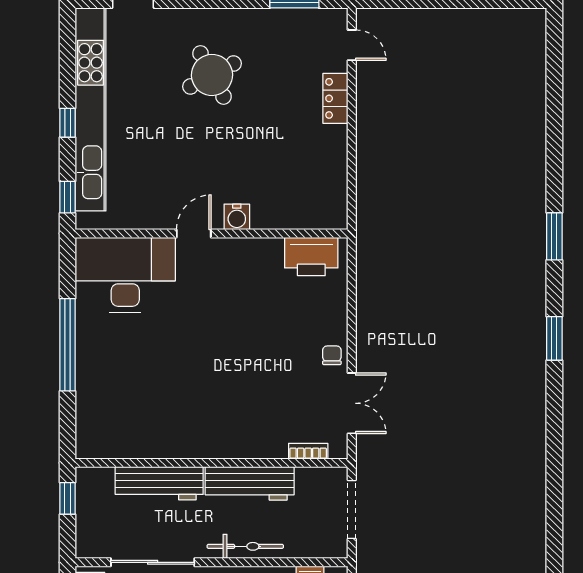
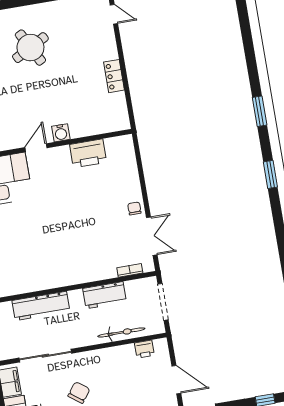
locker: (335, 98) -> (114, 76), moved
printer: (311, 256) -> (88, 153), moved
workbench: (250, 483) -> (105, 295), width x0.73
bicycle: (245, 546) -> (121, 332), moved

